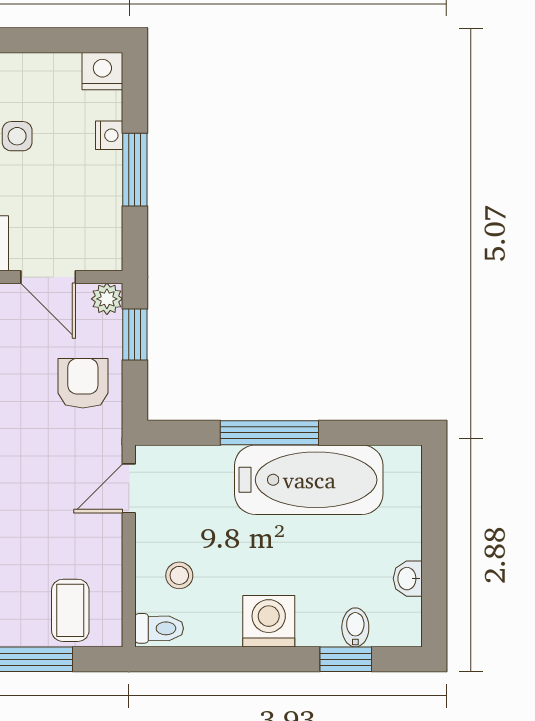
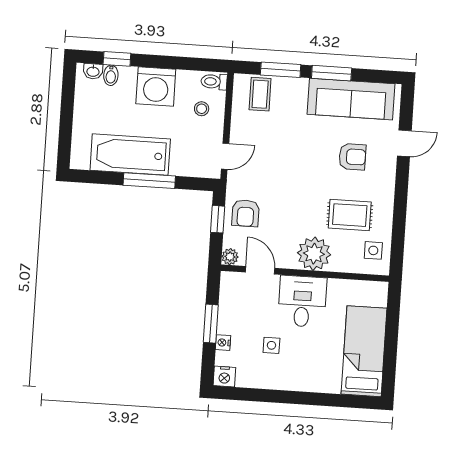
window: (135, 335) -> (218, 219), moved
washbasin: (408, 579) -> (93, 71), moved, turned 90
washing machine: (269, 621) -> (156, 87), width x1.37, depth x1.37

